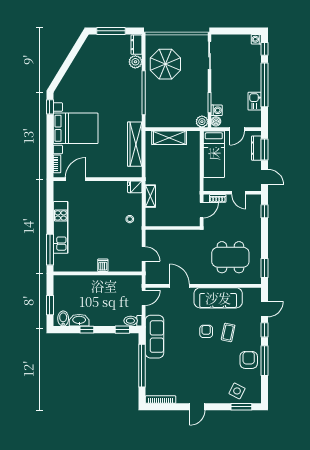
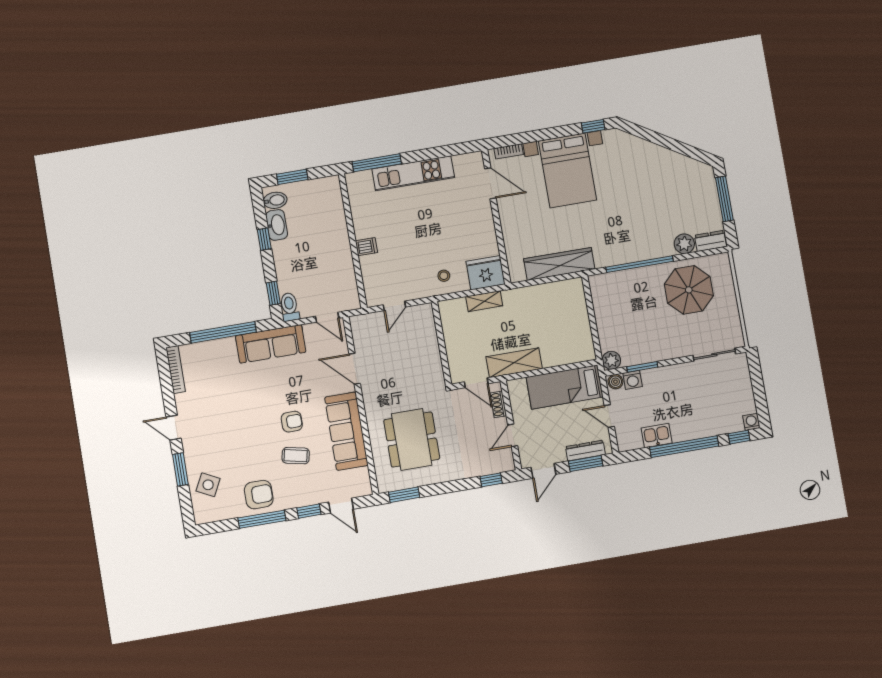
shelving: (169, 138) -> (514, 363), moved, turned 90
fridge: (135, 187) -> (486, 273), width x1.88, depth x1.34
door: (179, 286) -> (355, 369), swing flipped
window: (241, 407) -> (180, 469), moved

